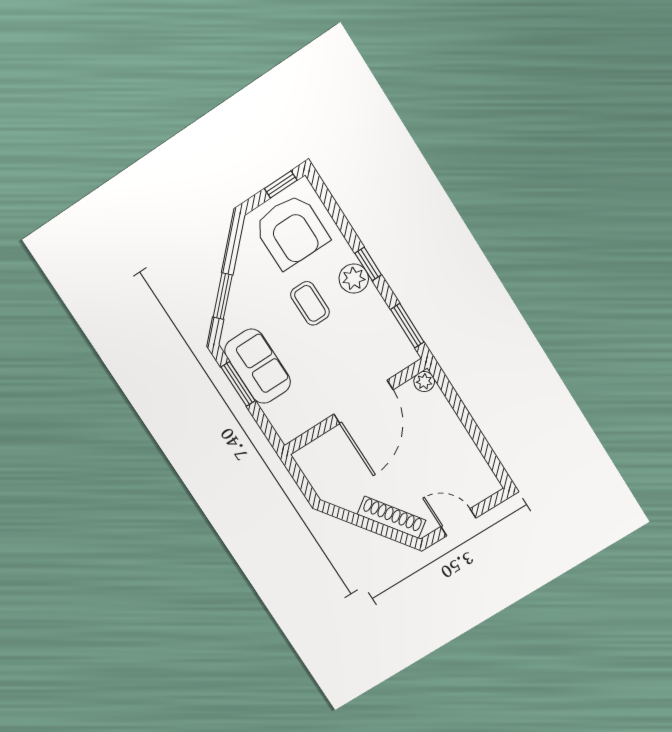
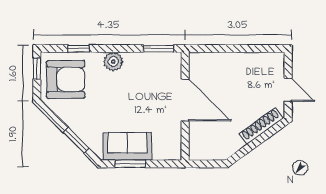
window: (368, 264) -> (79, 49), moved
coffee table: (310, 303) -> (111, 94), removed
plant: (424, 382) -> (195, 59), removed
door: (458, 522) -> (288, 90), swing flipped

